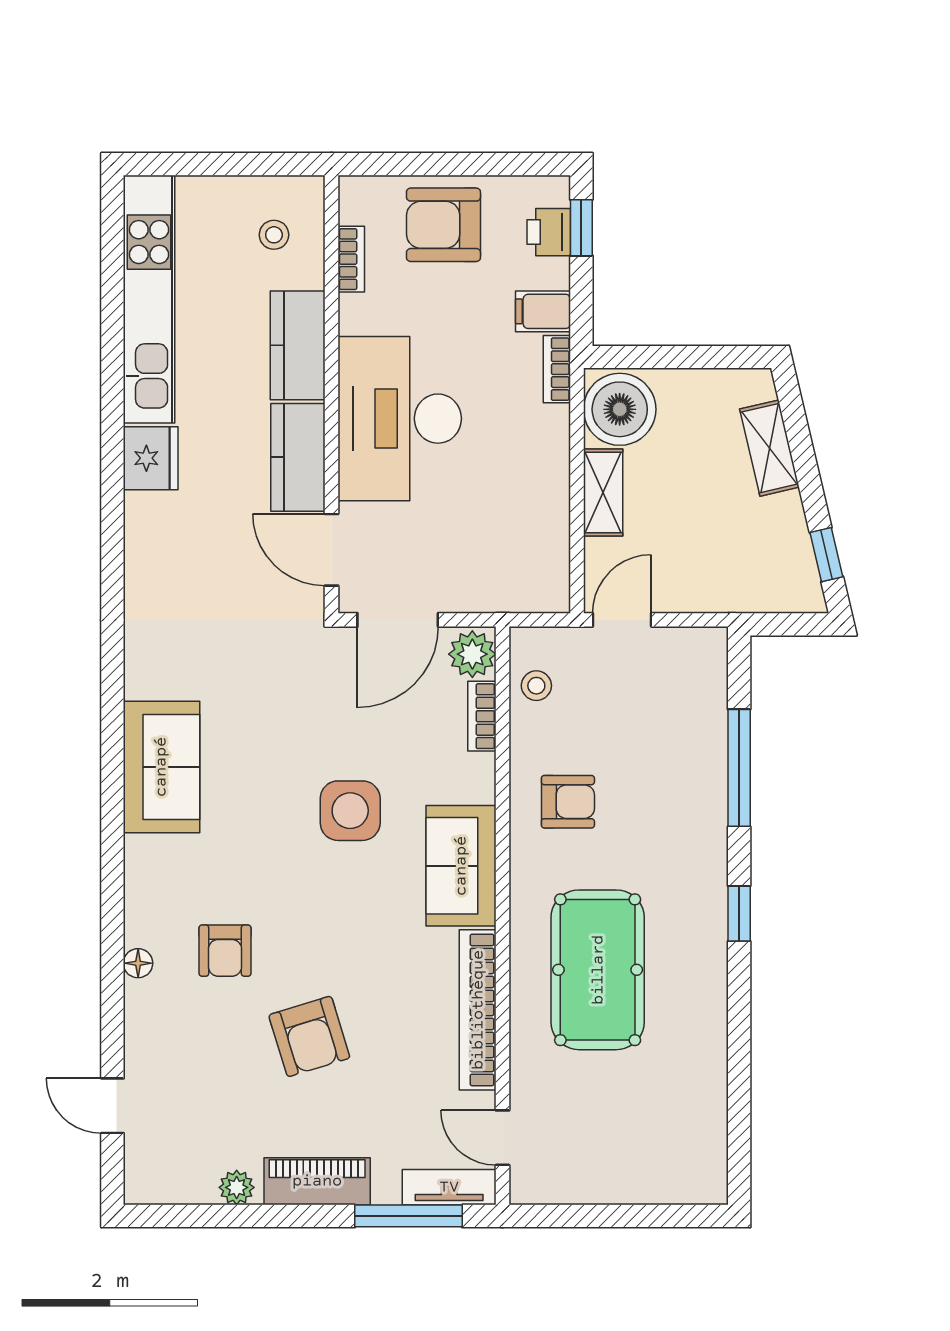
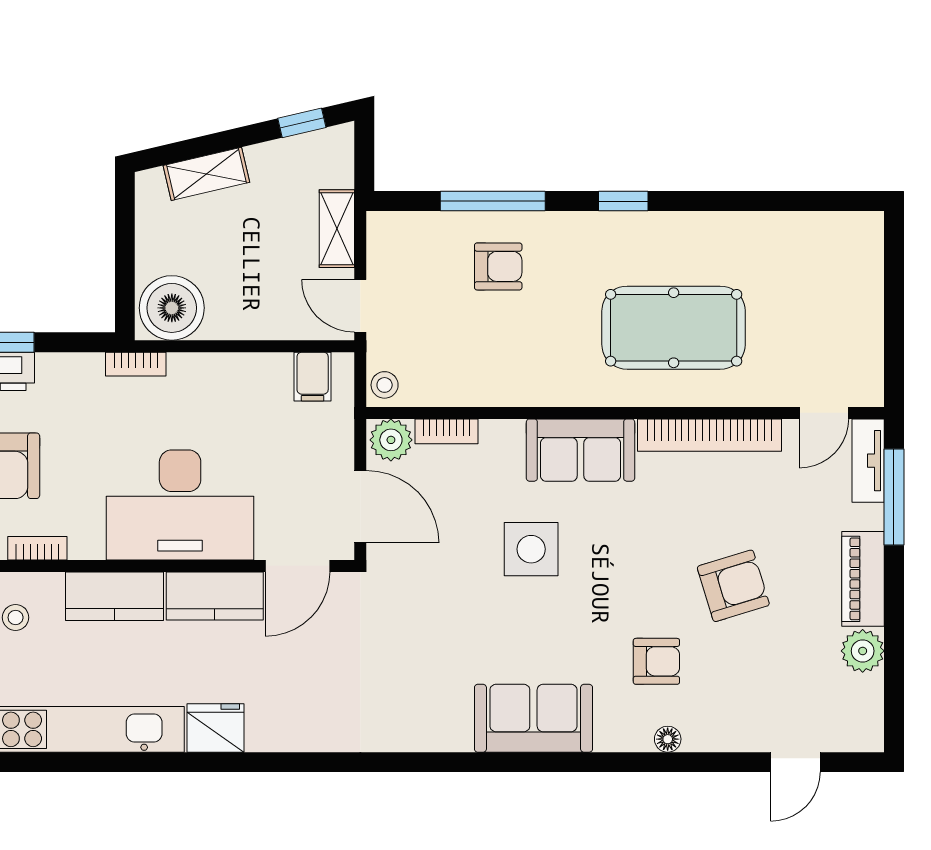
filing cabinet: (543, 311) -> (313, 377), moved
shelving: (603, 492) -> (337, 229), moved, turned 90
stool: (536, 686) -> (385, 385), moved
sofa: (161, 767) -> (533, 718), moved
armchair: (568, 802) -> (498, 266), moved, turned 90
plant: (237, 1187) -> (863, 651), width x1.38, depth x1.38

